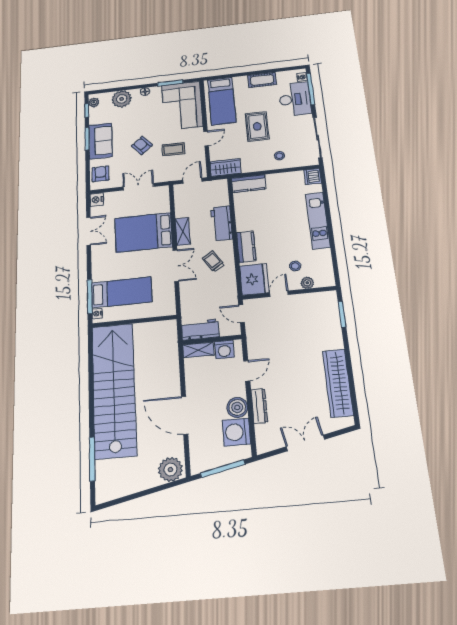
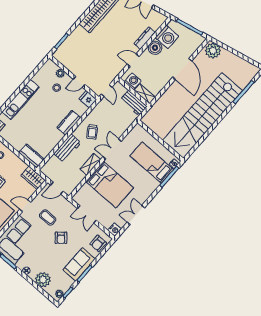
fridge: (254, 279) -> (88, 99), width x0.53, depth x0.75

